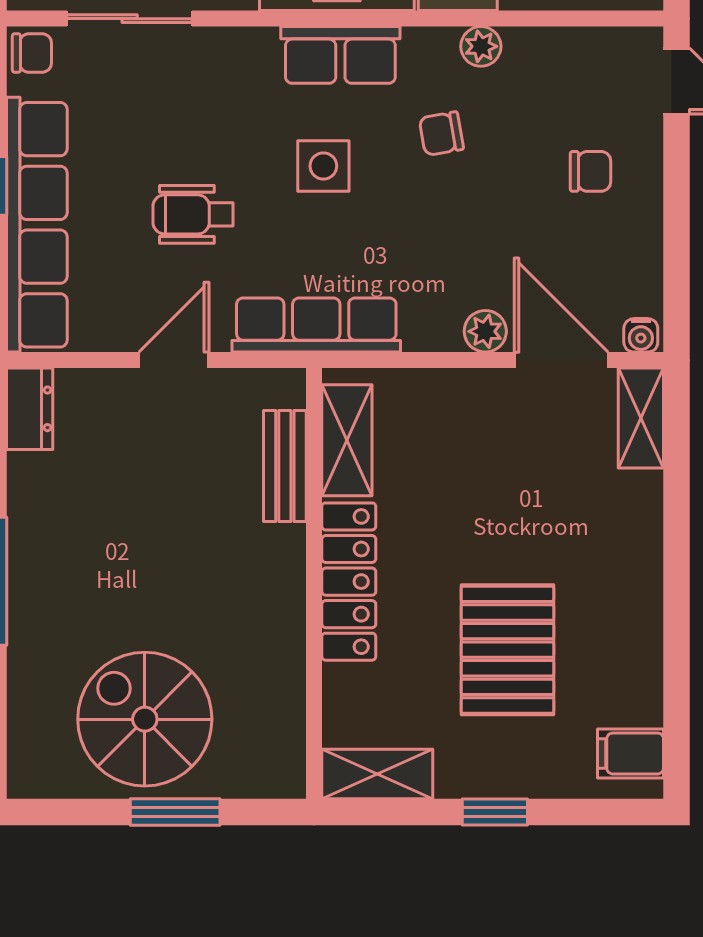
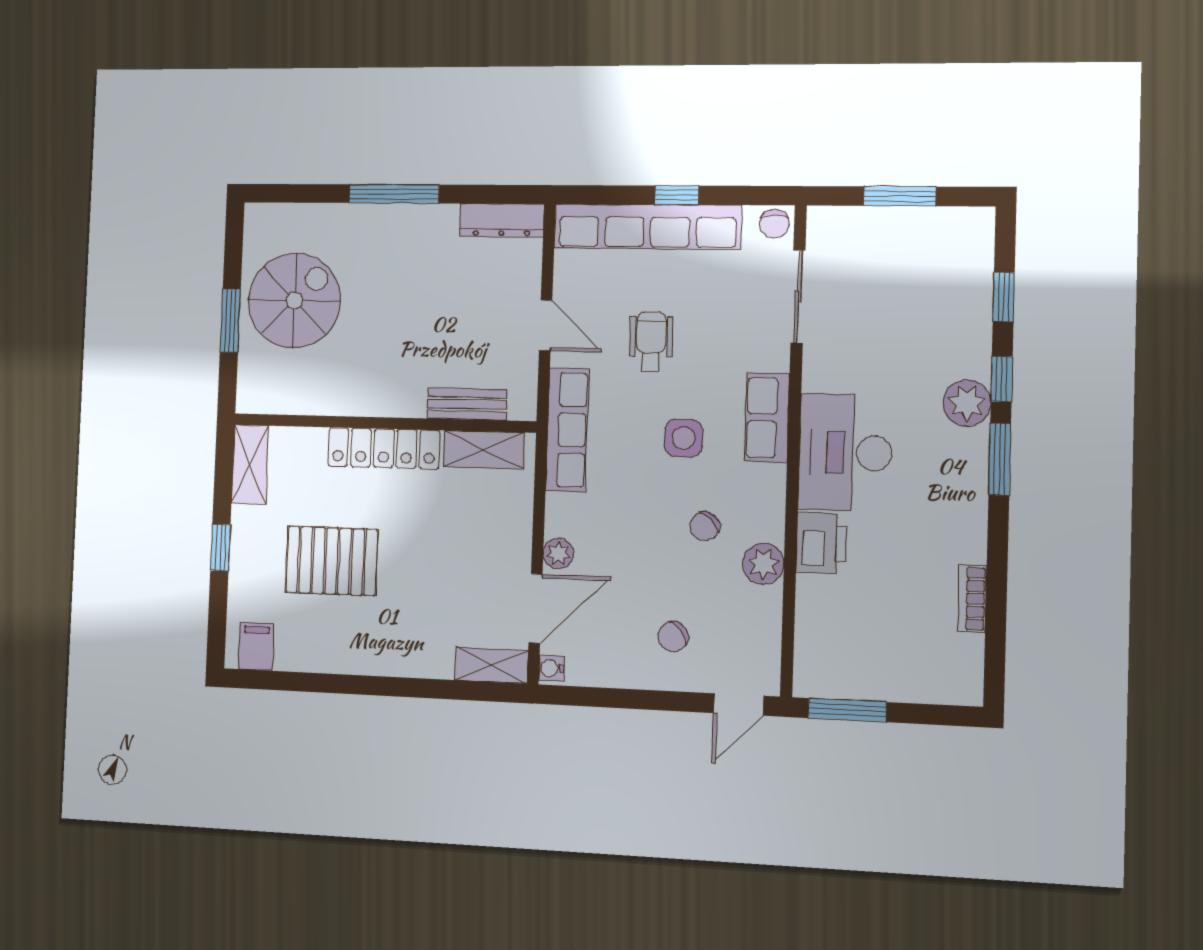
plant: (481, 46) -> (763, 564), width x1.38, depth x1.38
row of seats: (340, 55) -> (767, 418), moved
chair: (441, 134) -> (705, 526), turned -127
chair: (591, 171) -> (673, 637), turned 53
dresser: (30, 409) -> (502, 220), width x1.44

